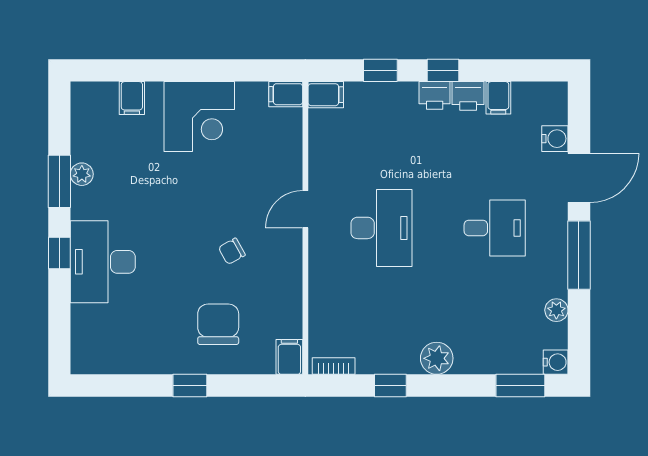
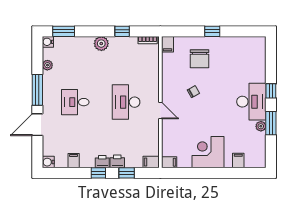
printer: (468, 96) -> (117, 161), moved
water cooler: (555, 139) -> (48, 162), moved
door: (305, 209) -> (160, 111), hinge flipped
desk: (103, 262) -> (251, 102), moved

